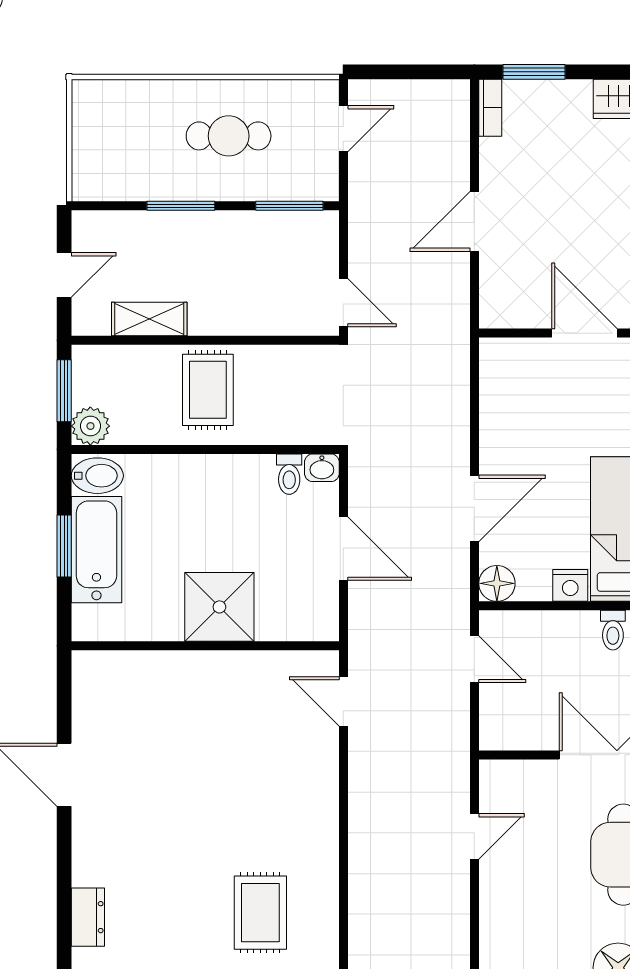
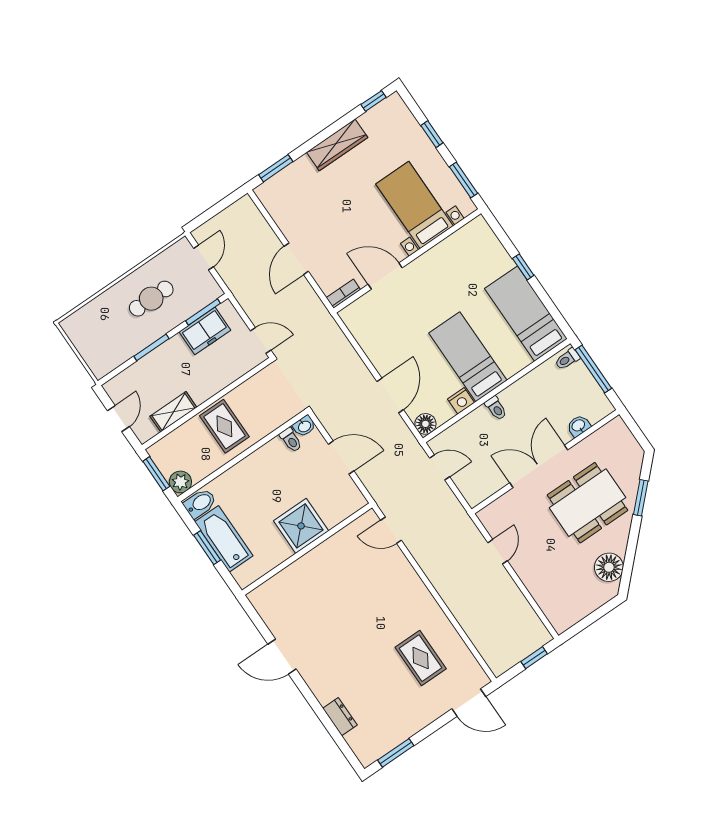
bookcase: (490, 108) -> (343, 294), moved, turned -90
freezer: (274, 235) -> (205, 331), added

